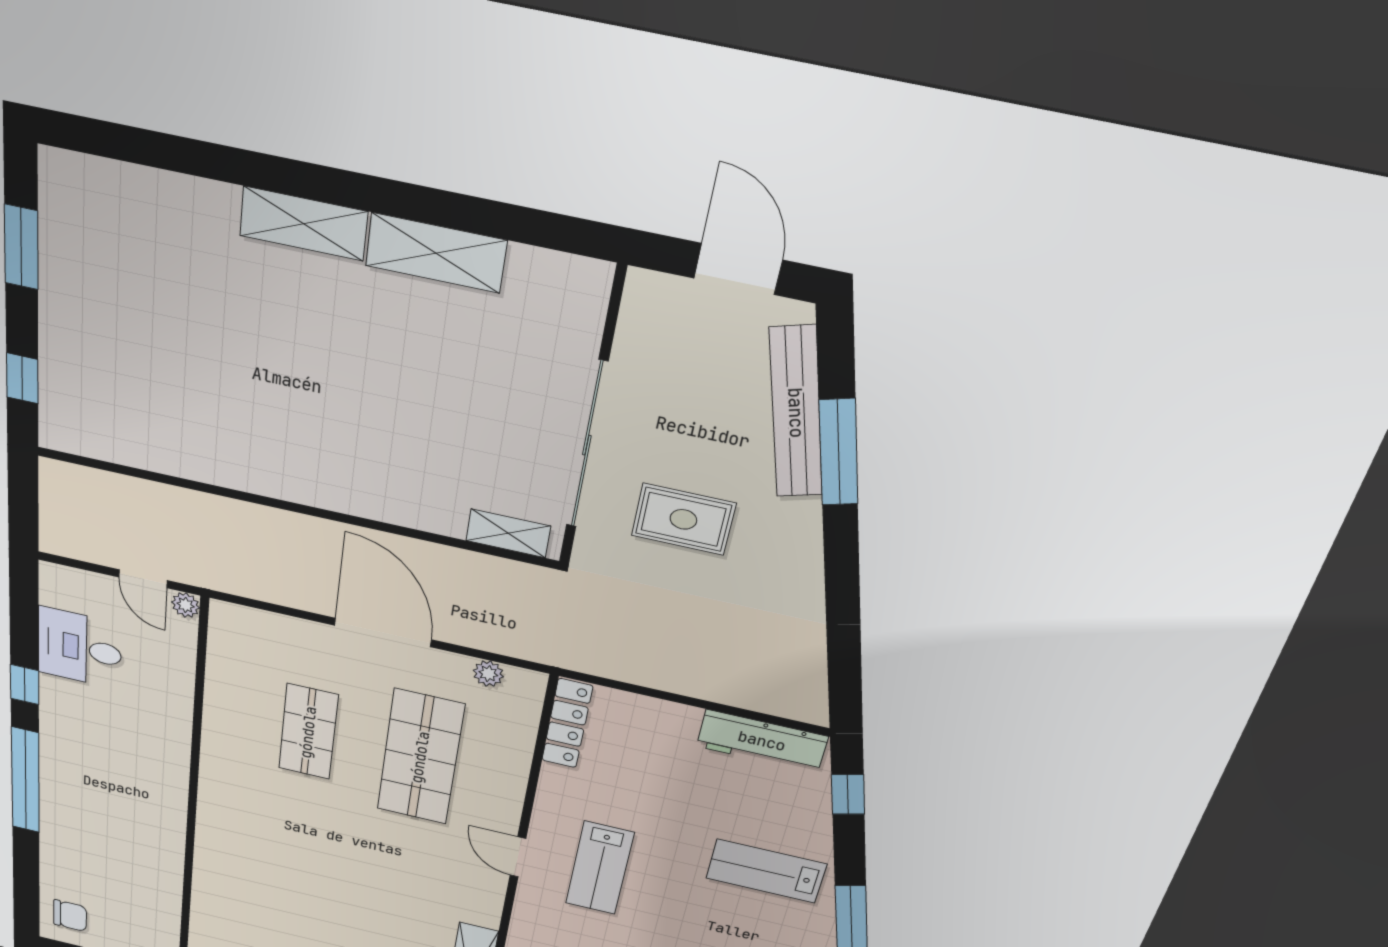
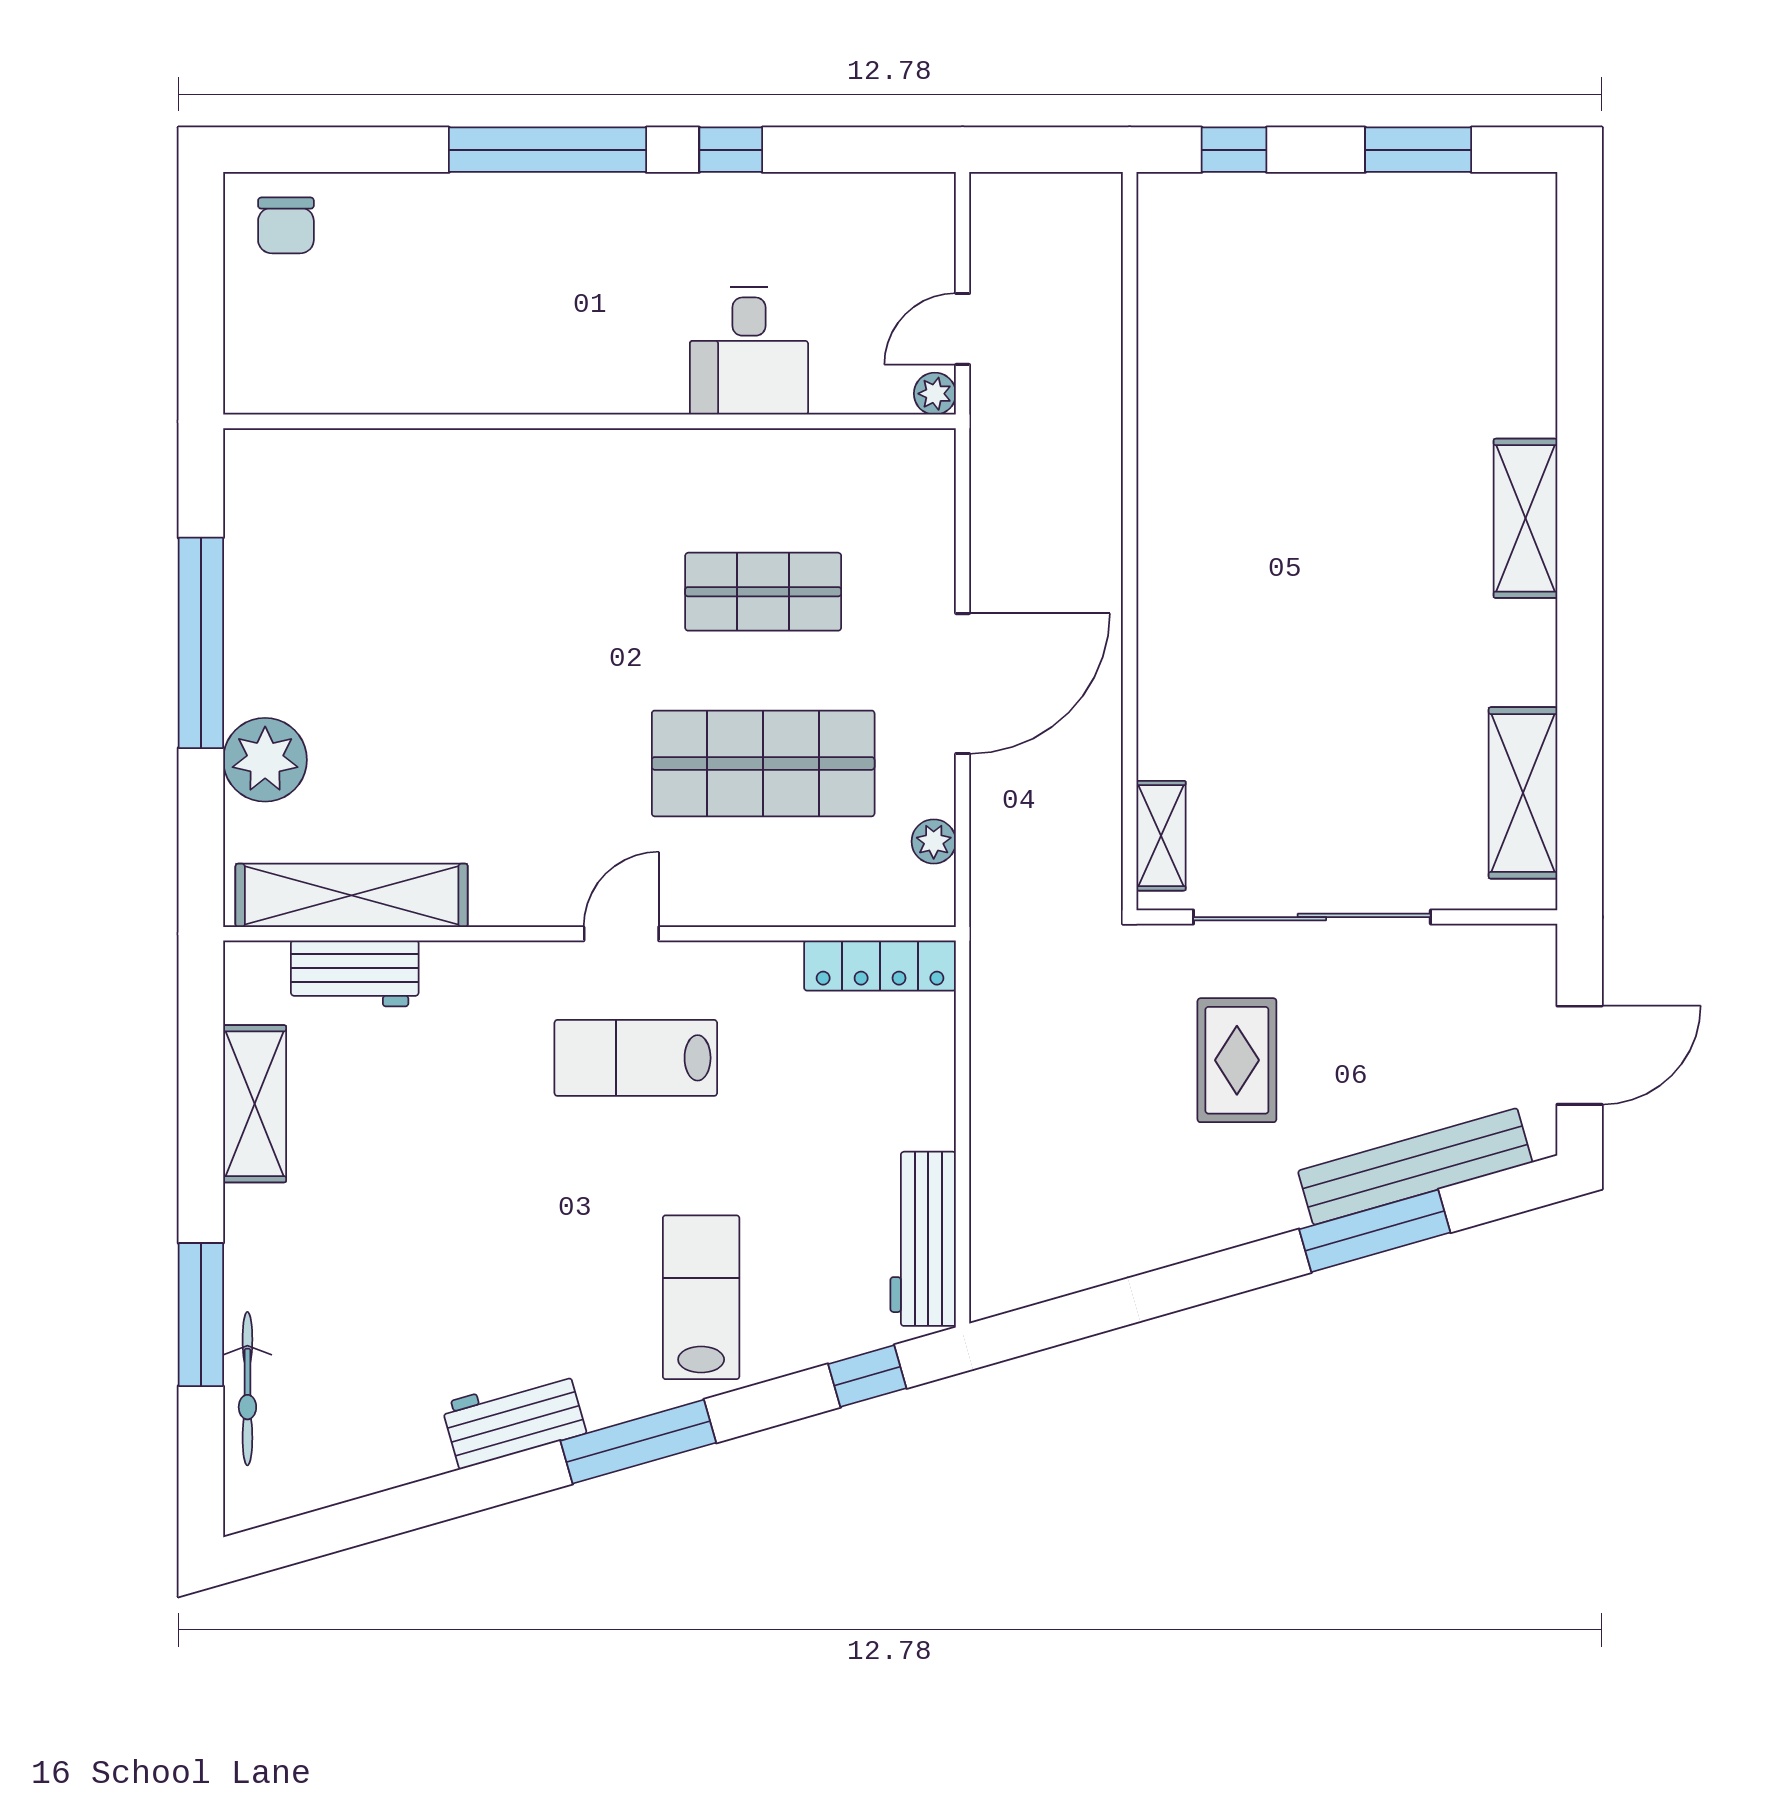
shelving: (436, 253) -> (1523, 793), moved
desk: (80, 648) -> (749, 351), moved, turned 180

